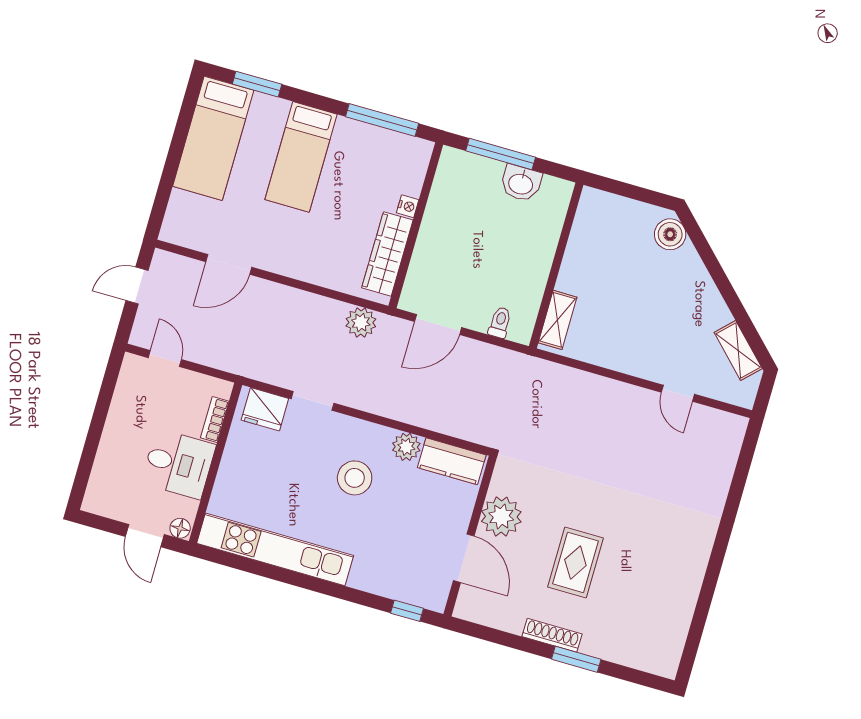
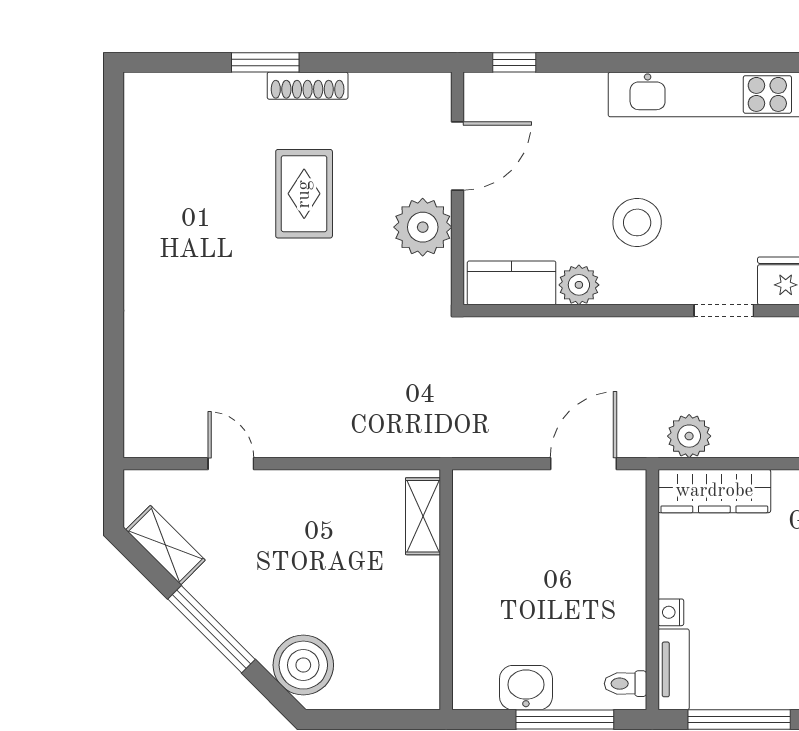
tv unit: (417, 167) -> (674, 669), added
boiler: (670, 234) -> (303, 665), width x1.37, depth x1.37
wardrobe: (387, 254) -> (714, 491), moved, turned 90
window: (723, 284) -> (211, 629), added
toilet: (500, 322) -> (626, 684), moved, turned 90
door: (464, 558) -> (457, 156), swing flipped

